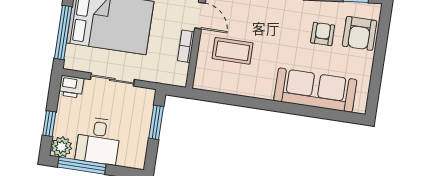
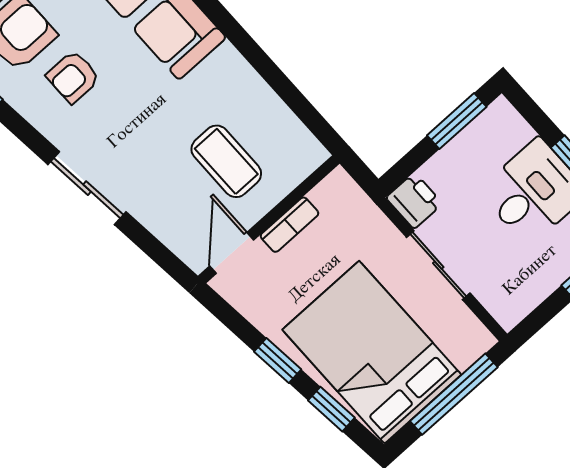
printer: (71, 87) -> (414, 201), moved
window: (156, 122) -> (457, 121), moved

